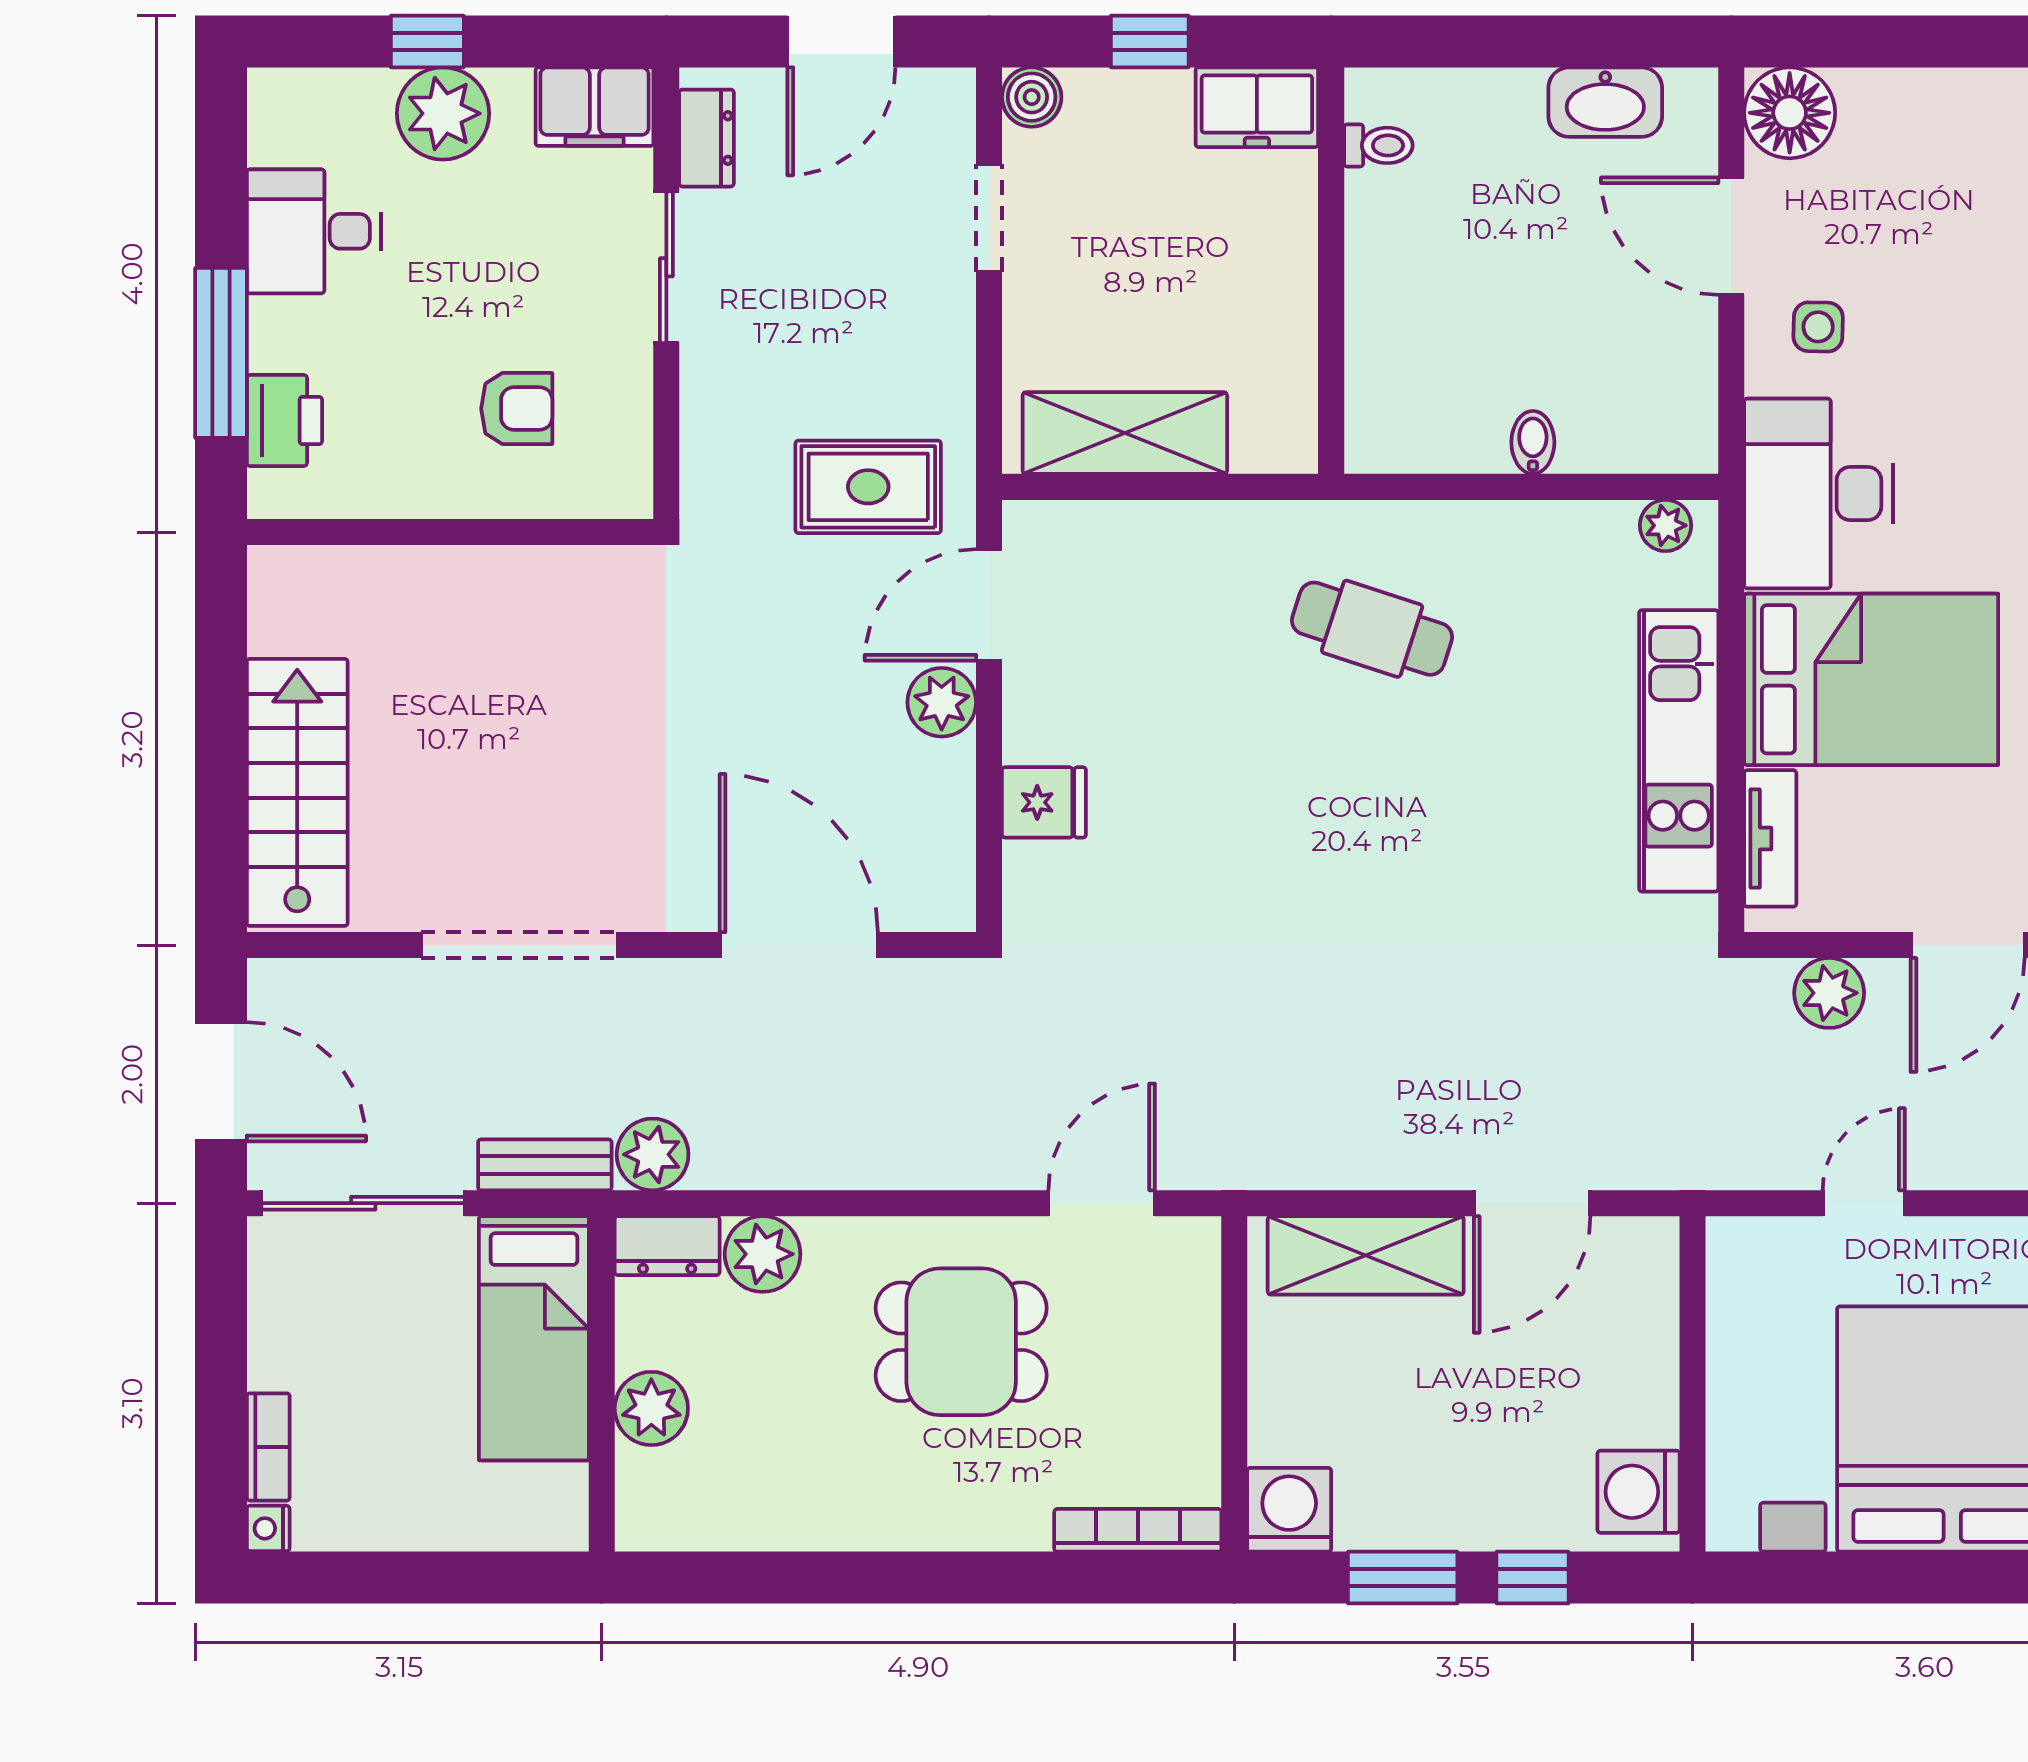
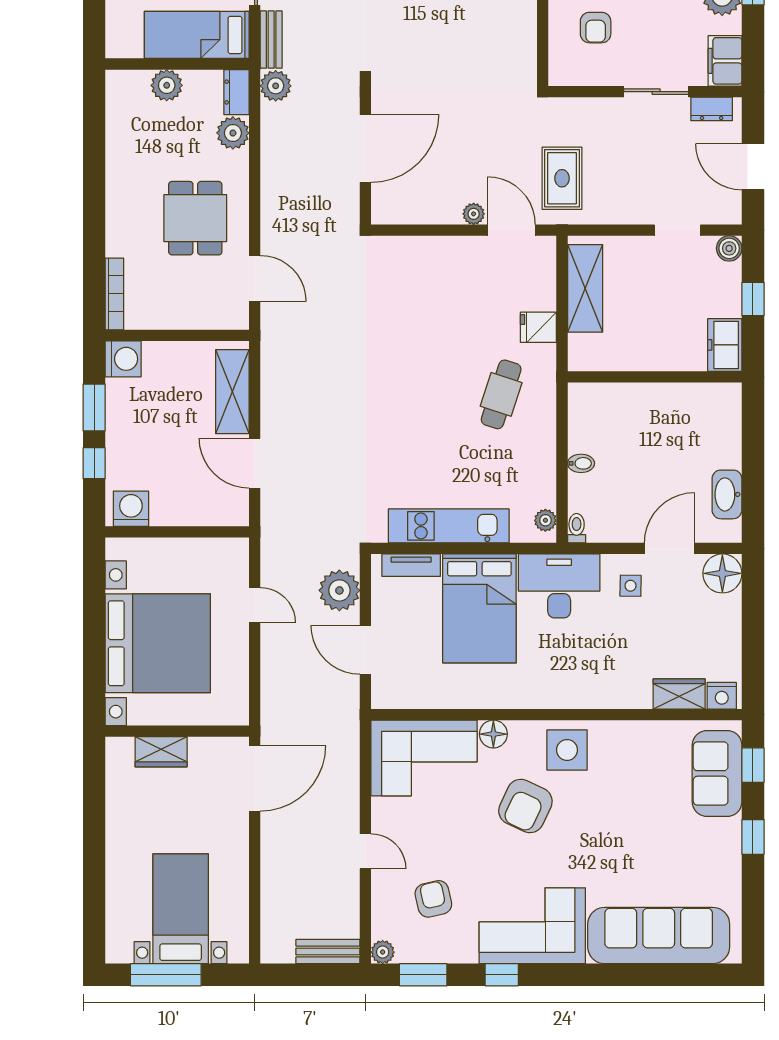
toilet: (1378, 145) -> (577, 528), moved, turned 180
plant: (942, 702) -> (474, 214), width x0.73, depth x0.73
fridge: (1044, 802) -> (538, 327), moved, turned 90
plant: (1829, 993) -> (339, 590), width x1.36, depth x1.36

